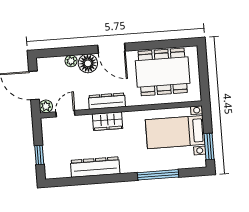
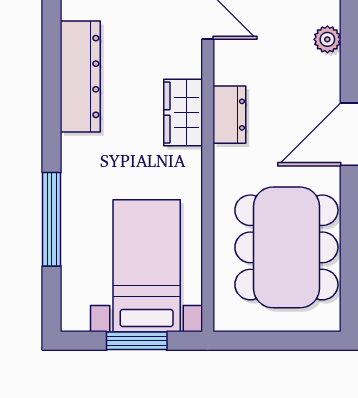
floor lamp: (88, 63) -> (319, 78), removed
dresser: (107, 101) -> (229, 115), width x0.70
window: (209, 146) -> (137, 341), moved

